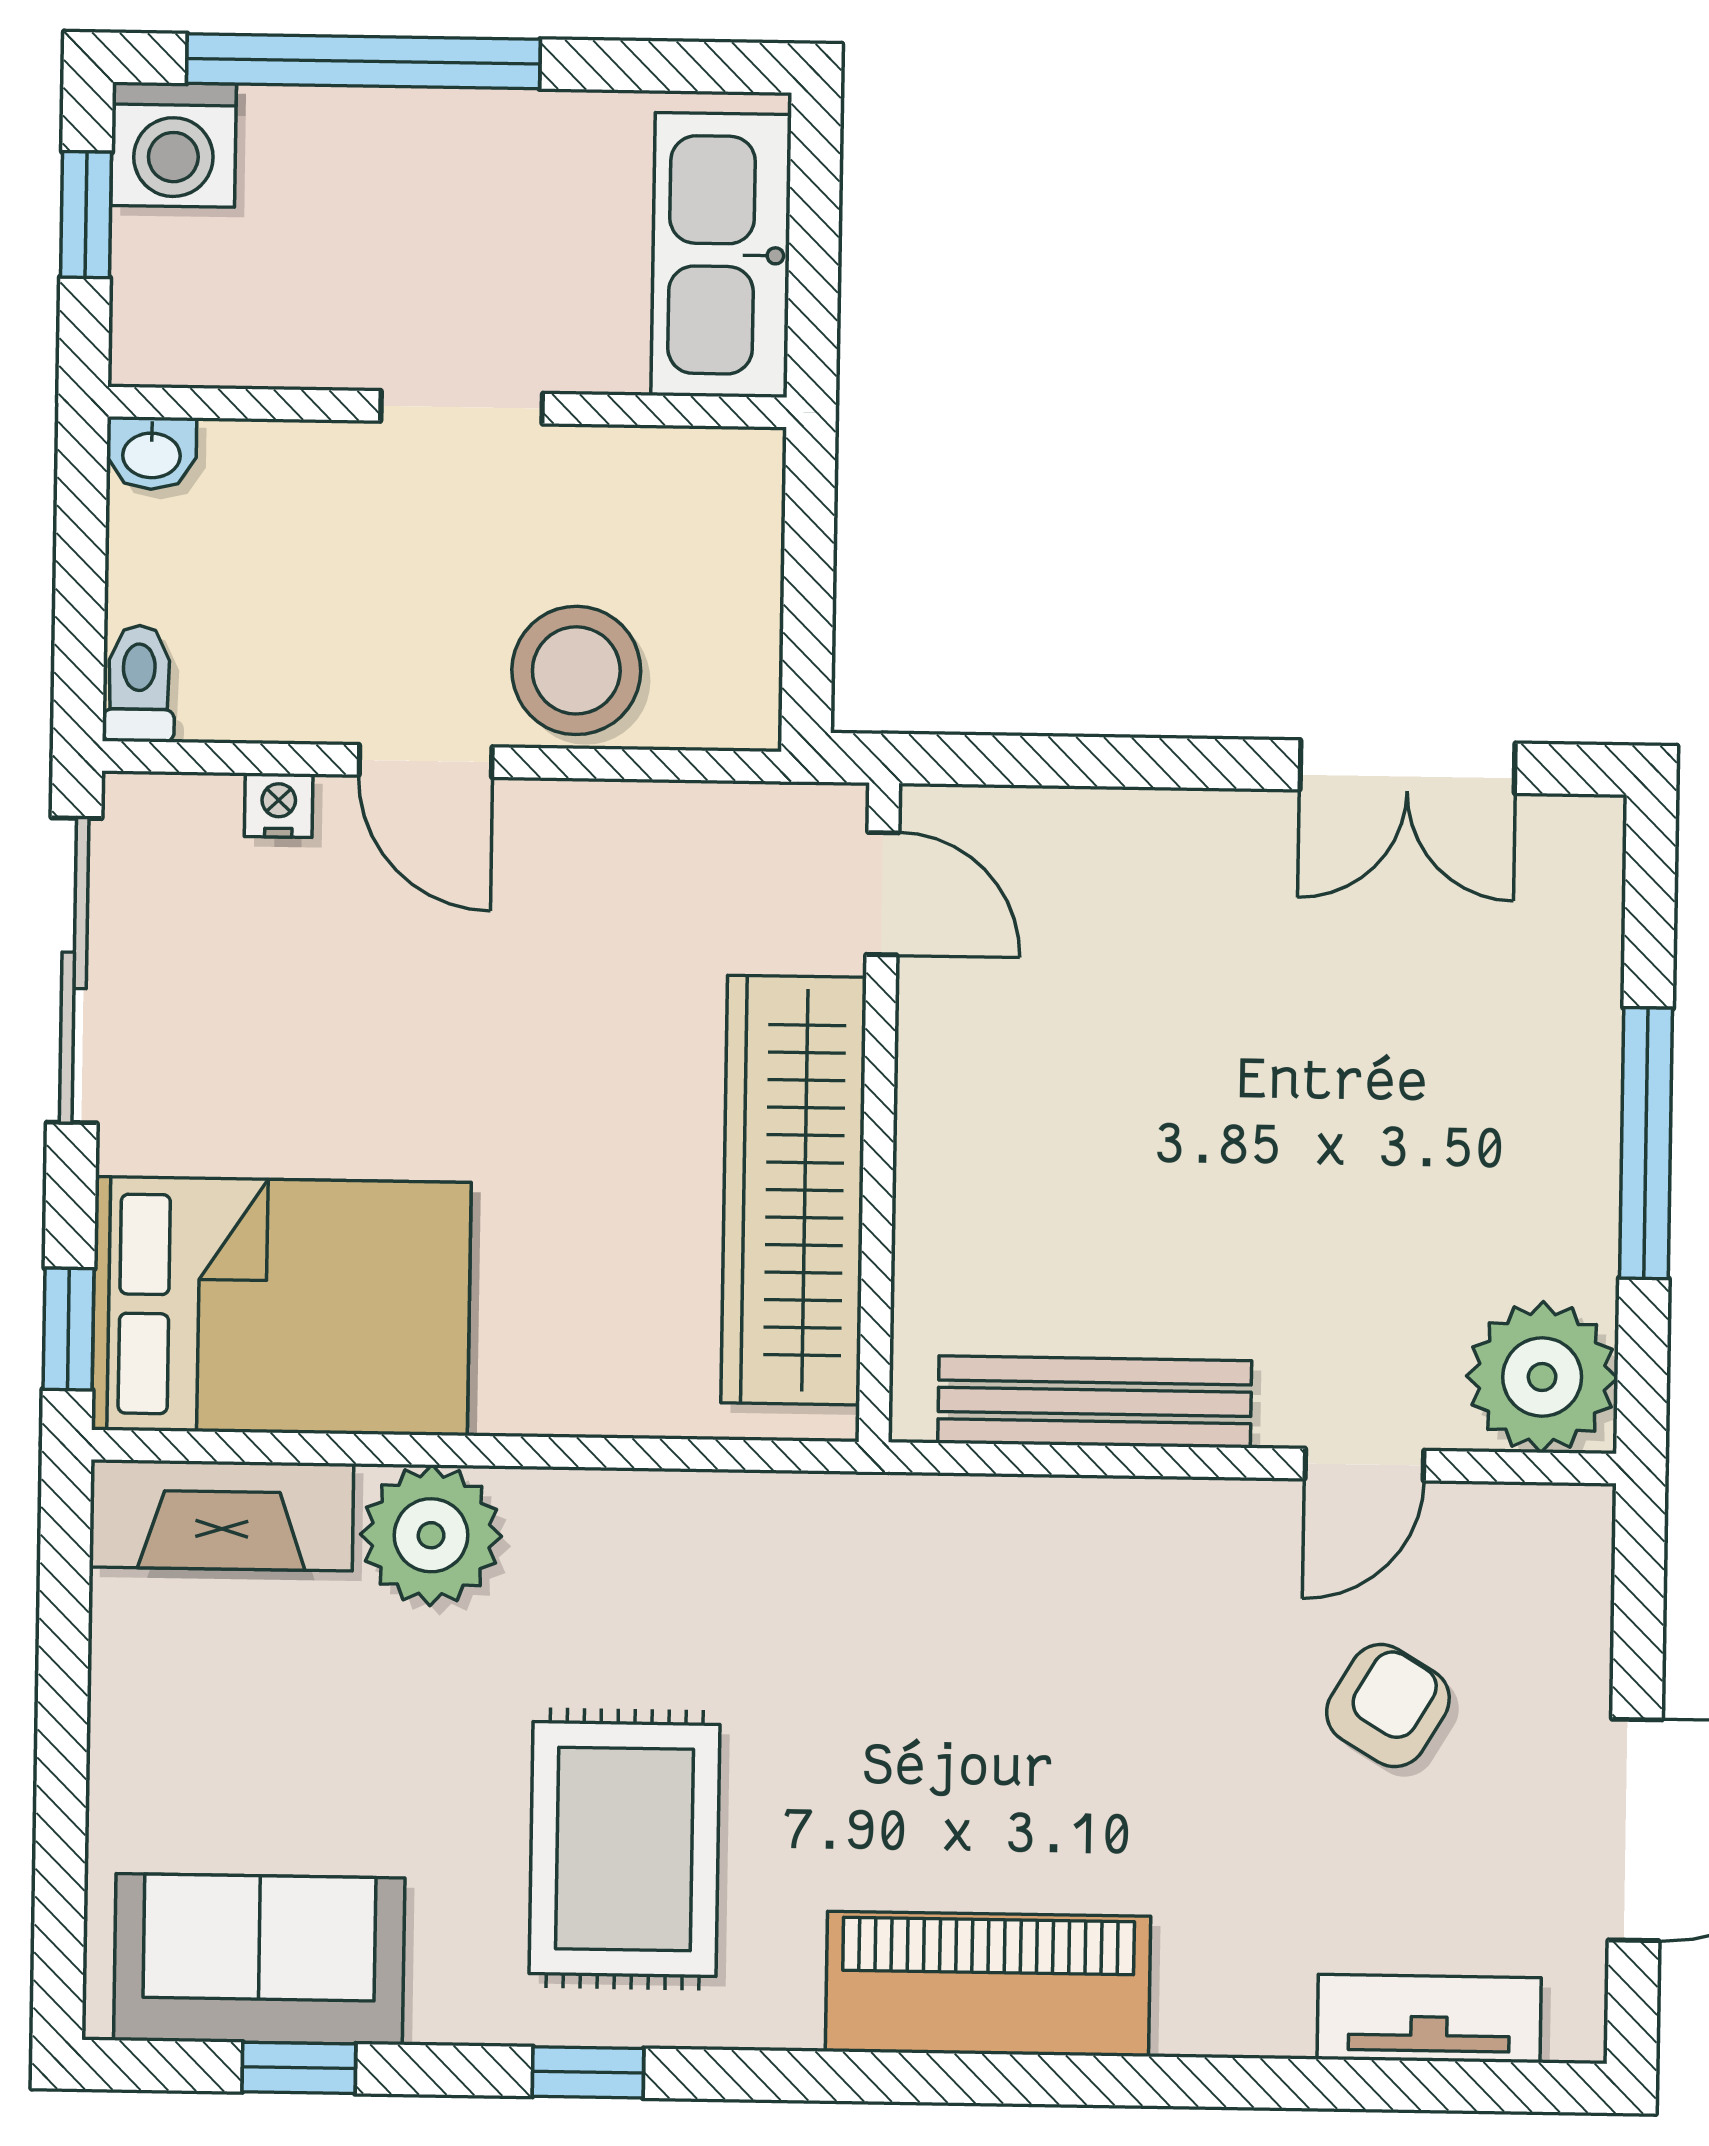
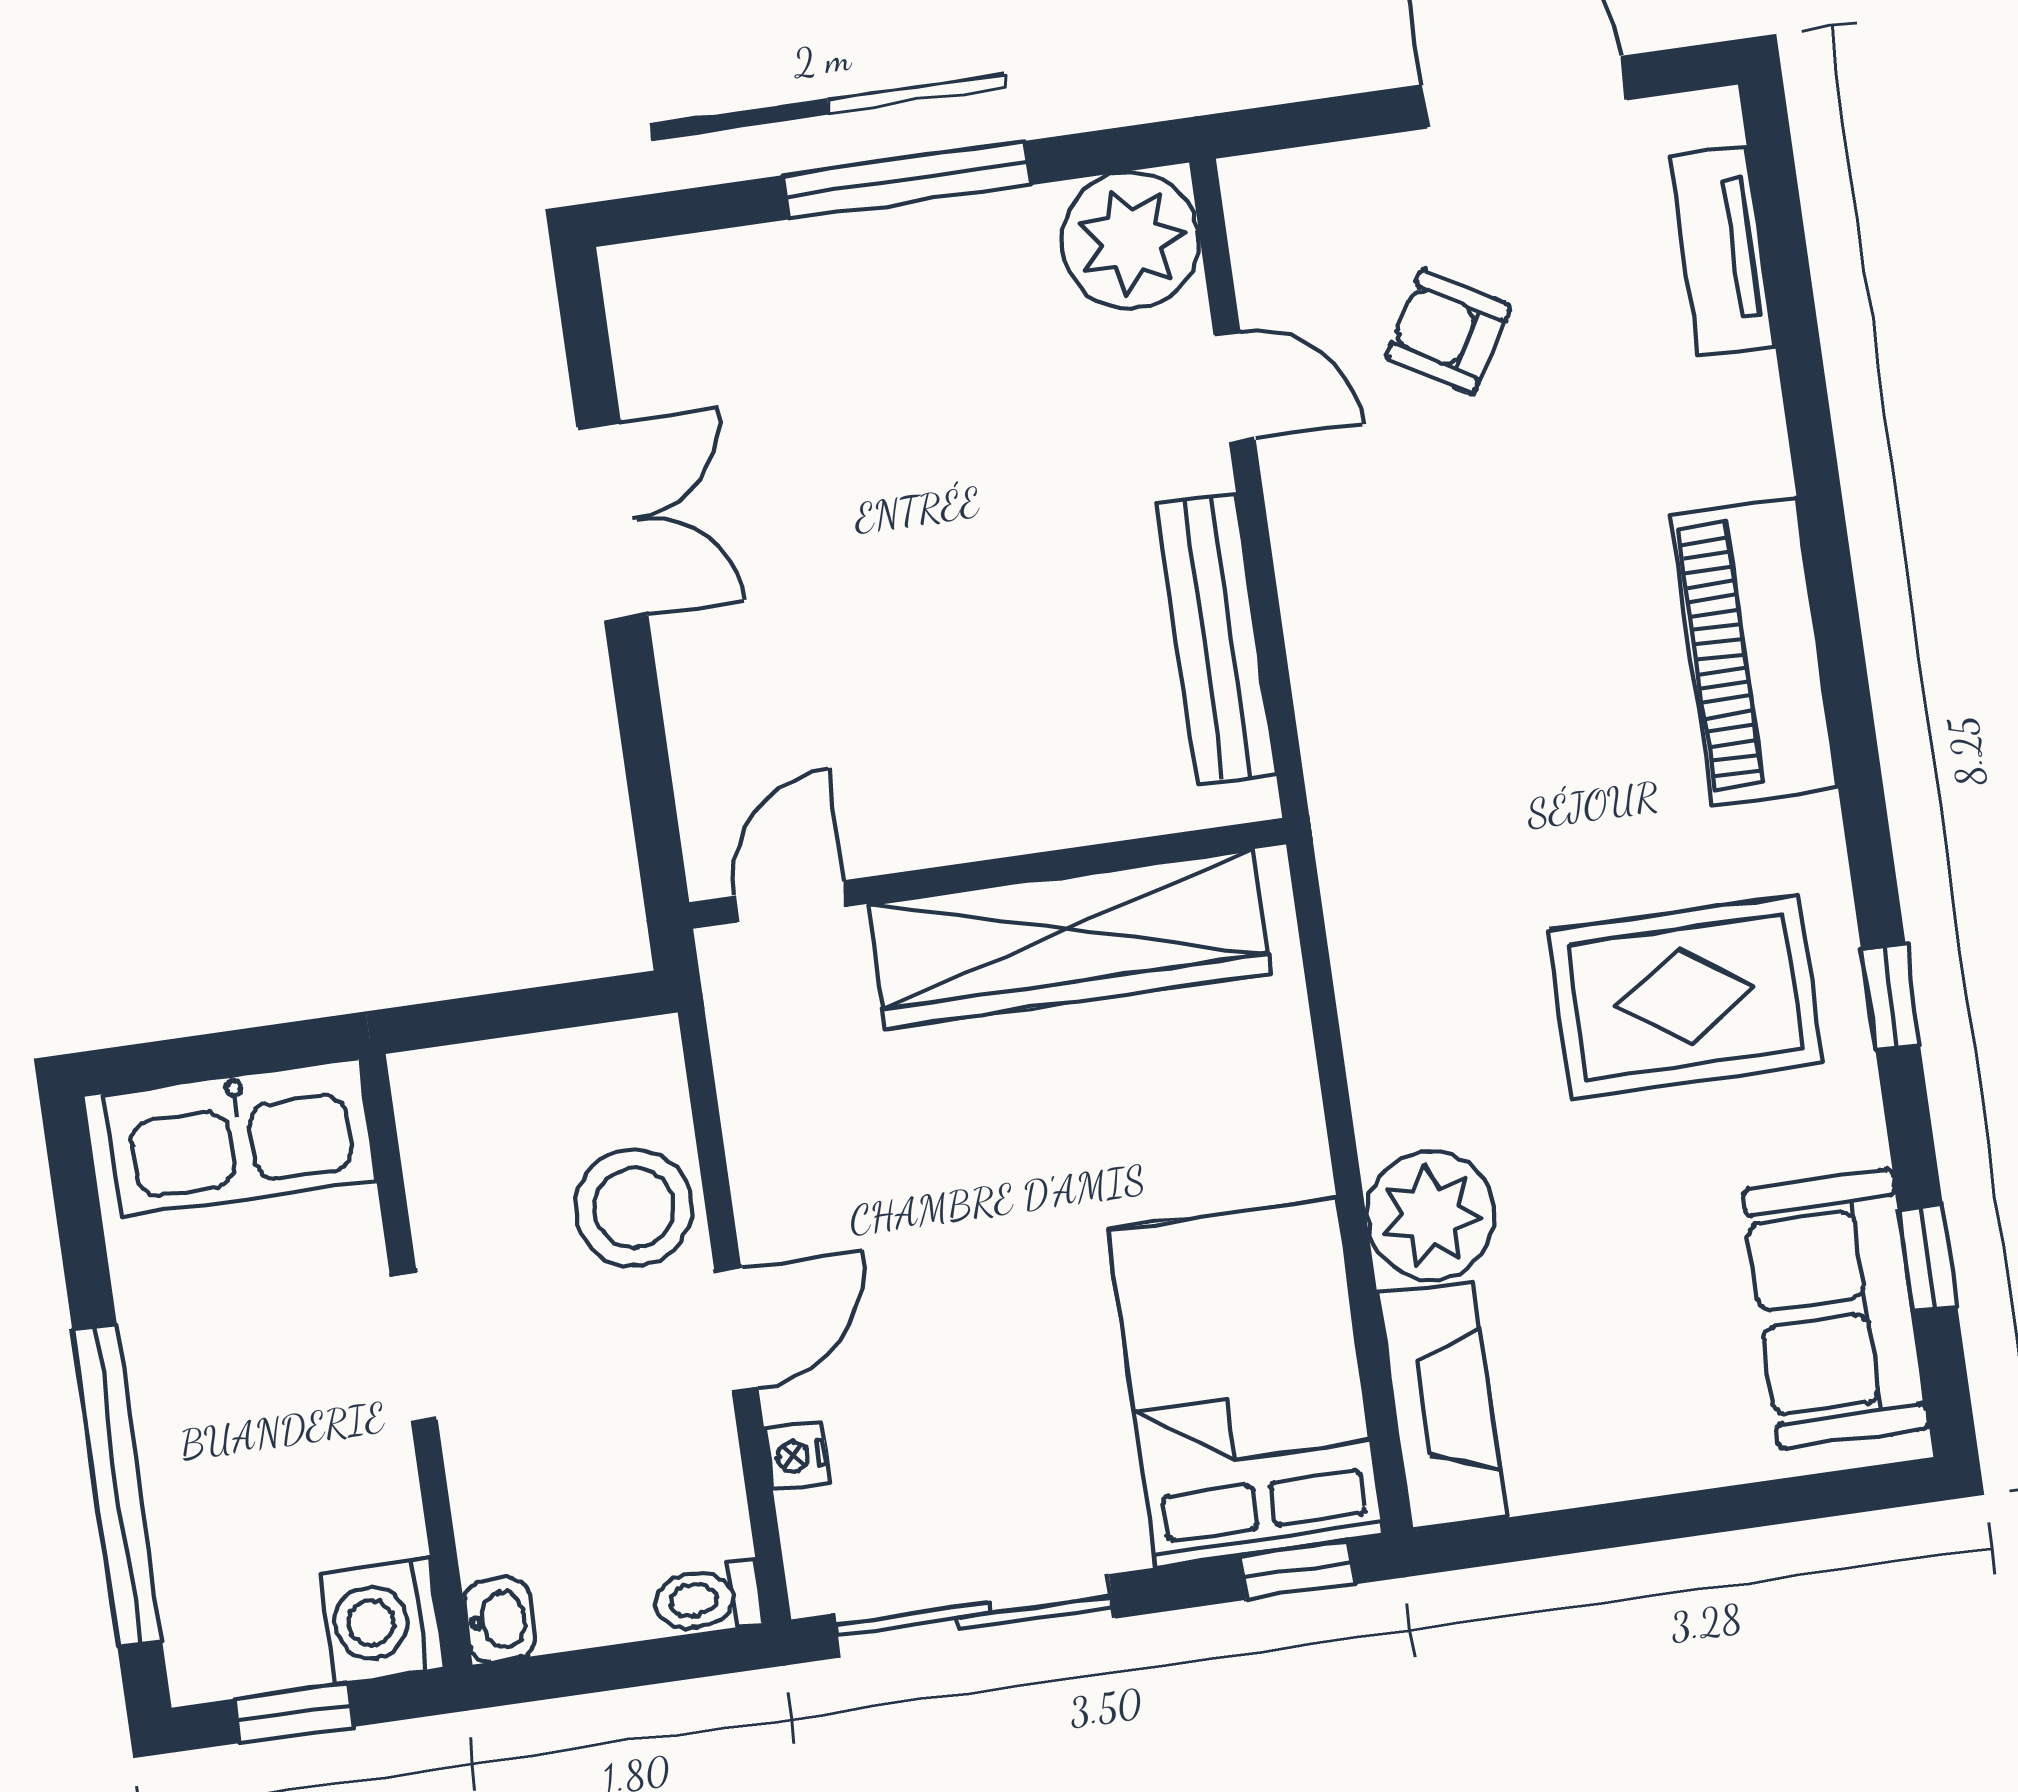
washing machine: (174, 145) -> (382, 1621), moved, turned 180
double door: (1407, 767) -> (612, 521), moved

